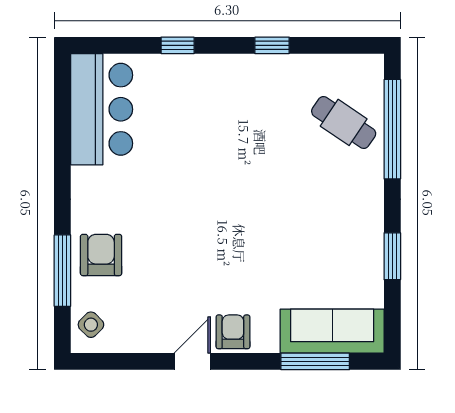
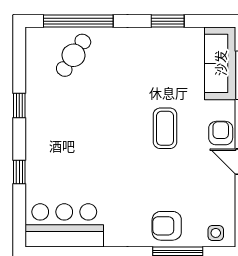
coffee table: (240, 253) -> (165, 128), added
side table: (91, 325) -> (216, 233), turned 45
armchair: (233, 332) -> (221, 133), turned 90

